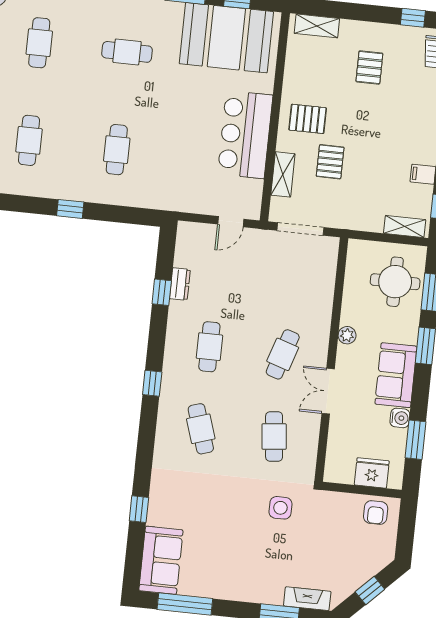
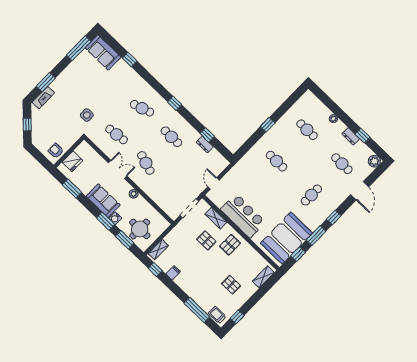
water cooler: (400, 418) -> (115, 218), moved

